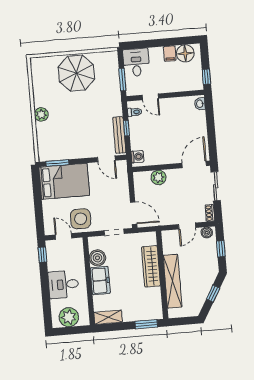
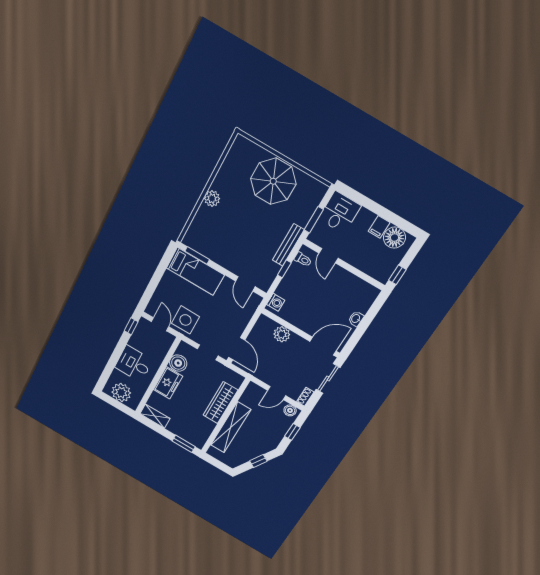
washbasin: (200, 104) -> (356, 319), moved
bench: (119, 135) -> (288, 245), moved
bed: (64, 181) -> (195, 271), width x0.67

